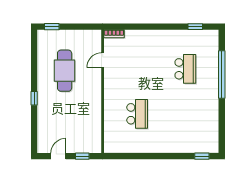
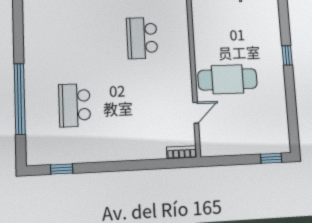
cafe table: (65, 71) -> (228, 79), moved, turned 90

